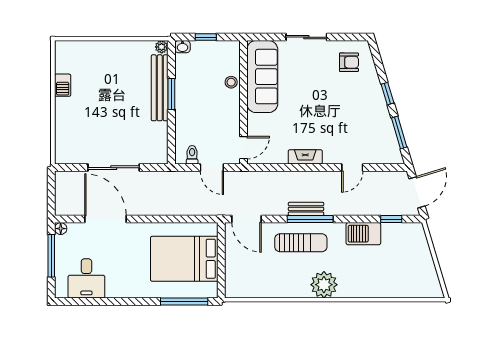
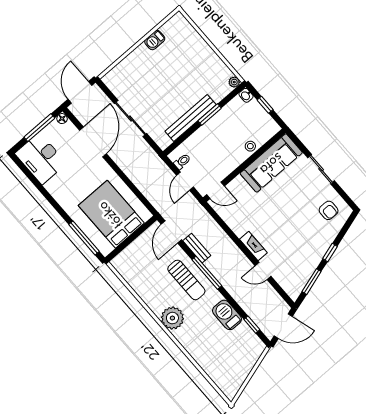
bench: (160, 88) -> (191, 118), moved
fireplace: (305, 157) -> (253, 246), moved
door: (51, 192) -> (80, 92), added
bench: (306, 209) -> (197, 248), moved
desk: (86, 278) -> (41, 158), width x1.37

